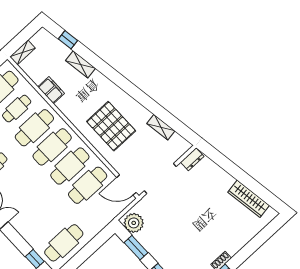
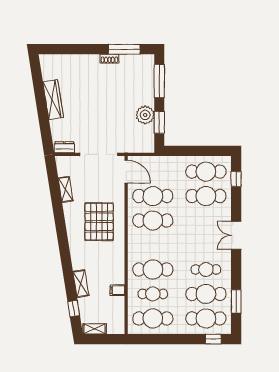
shelving: (23, 52) -> (95, 329), moved
filing cabinet: (51, 90) -> (117, 290), width x0.50
cafe table: (52, 147) -> (206, 196), moved
wardrobe: (249, 199) -> (53, 100), moved
plant: (134, 223) -> (145, 115), moved

